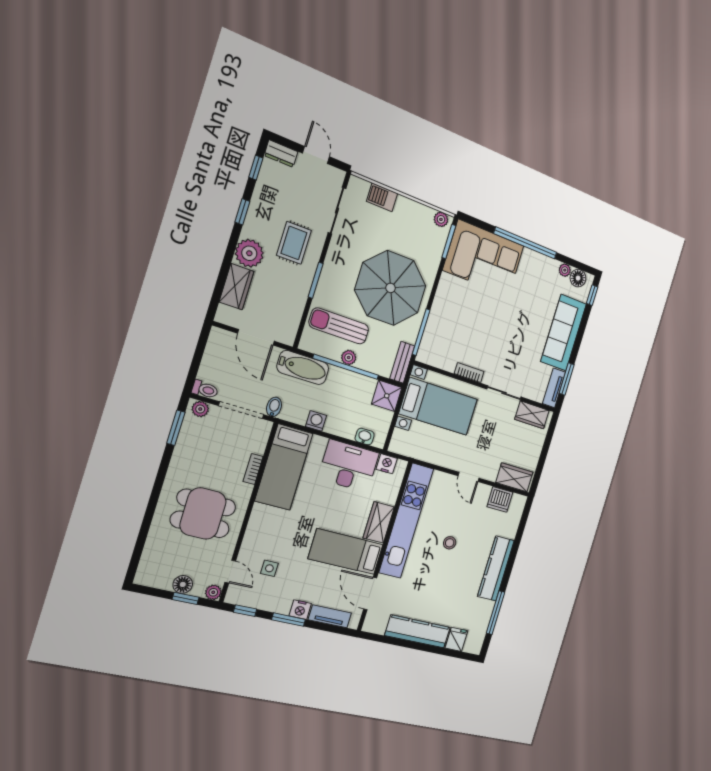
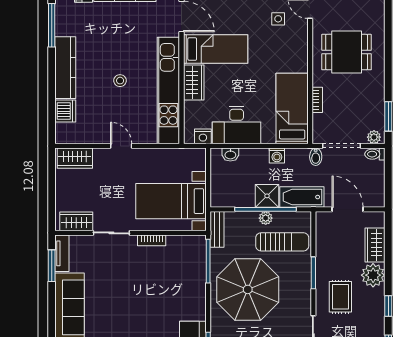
shower: (387, 396) -> (267, 196), moved
dishwasher: (500, 499) -> (65, 111), moved, turned 90

